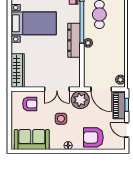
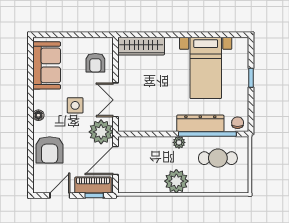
dresser: (74, 40) -> (200, 123), moved
plant: (120, 80) -> (176, 181), moved, width x1.88, depth x1.88
armchair: (93, 137) -> (50, 150), turned 180

